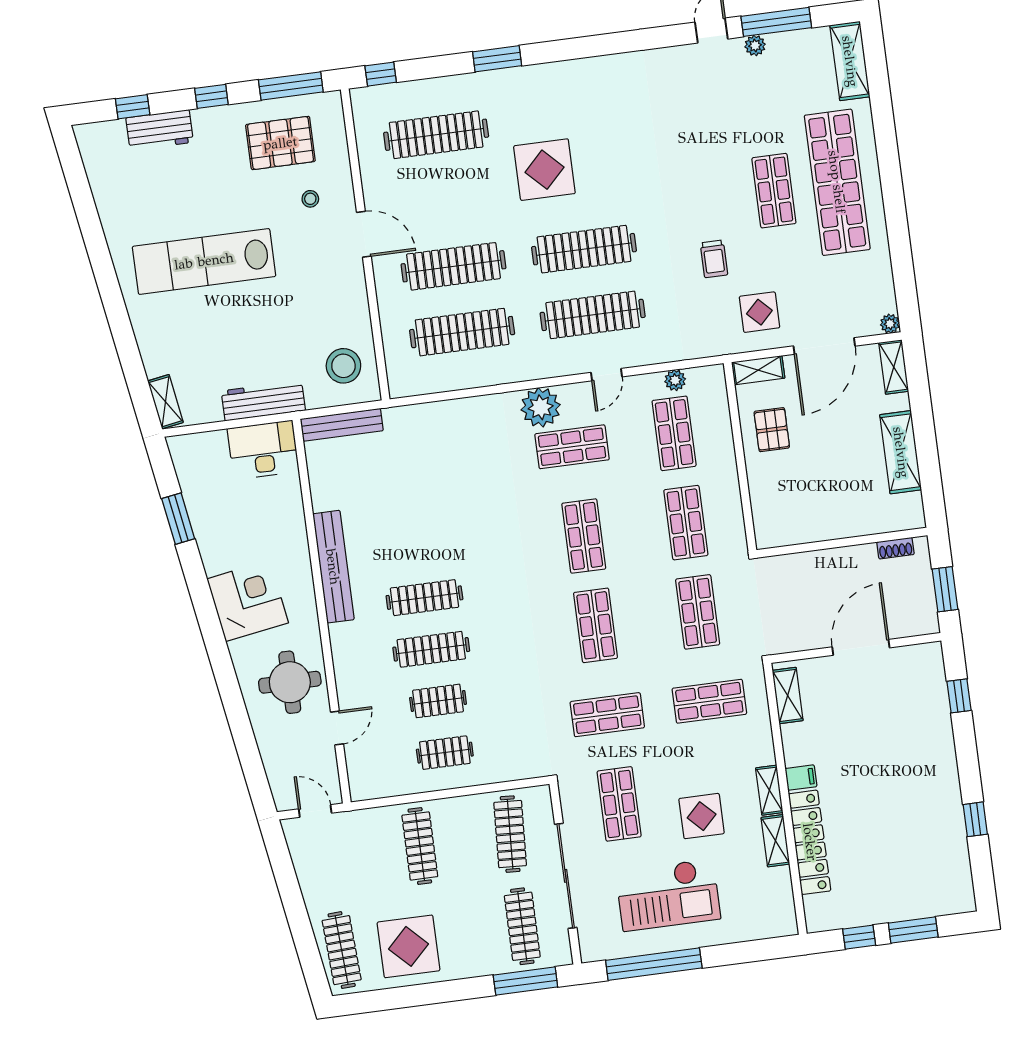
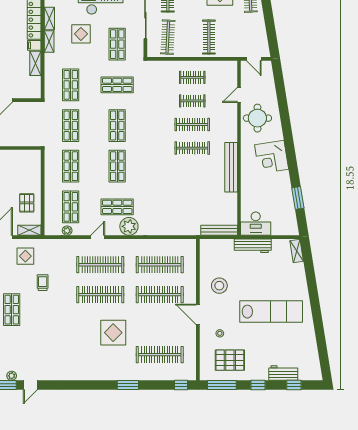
stool: (343, 366) -> (219, 286), moved
shelving: (788, 696) -> (35, 63), moved
shop shelf: (709, 701) -> (71, 85), turned 90

